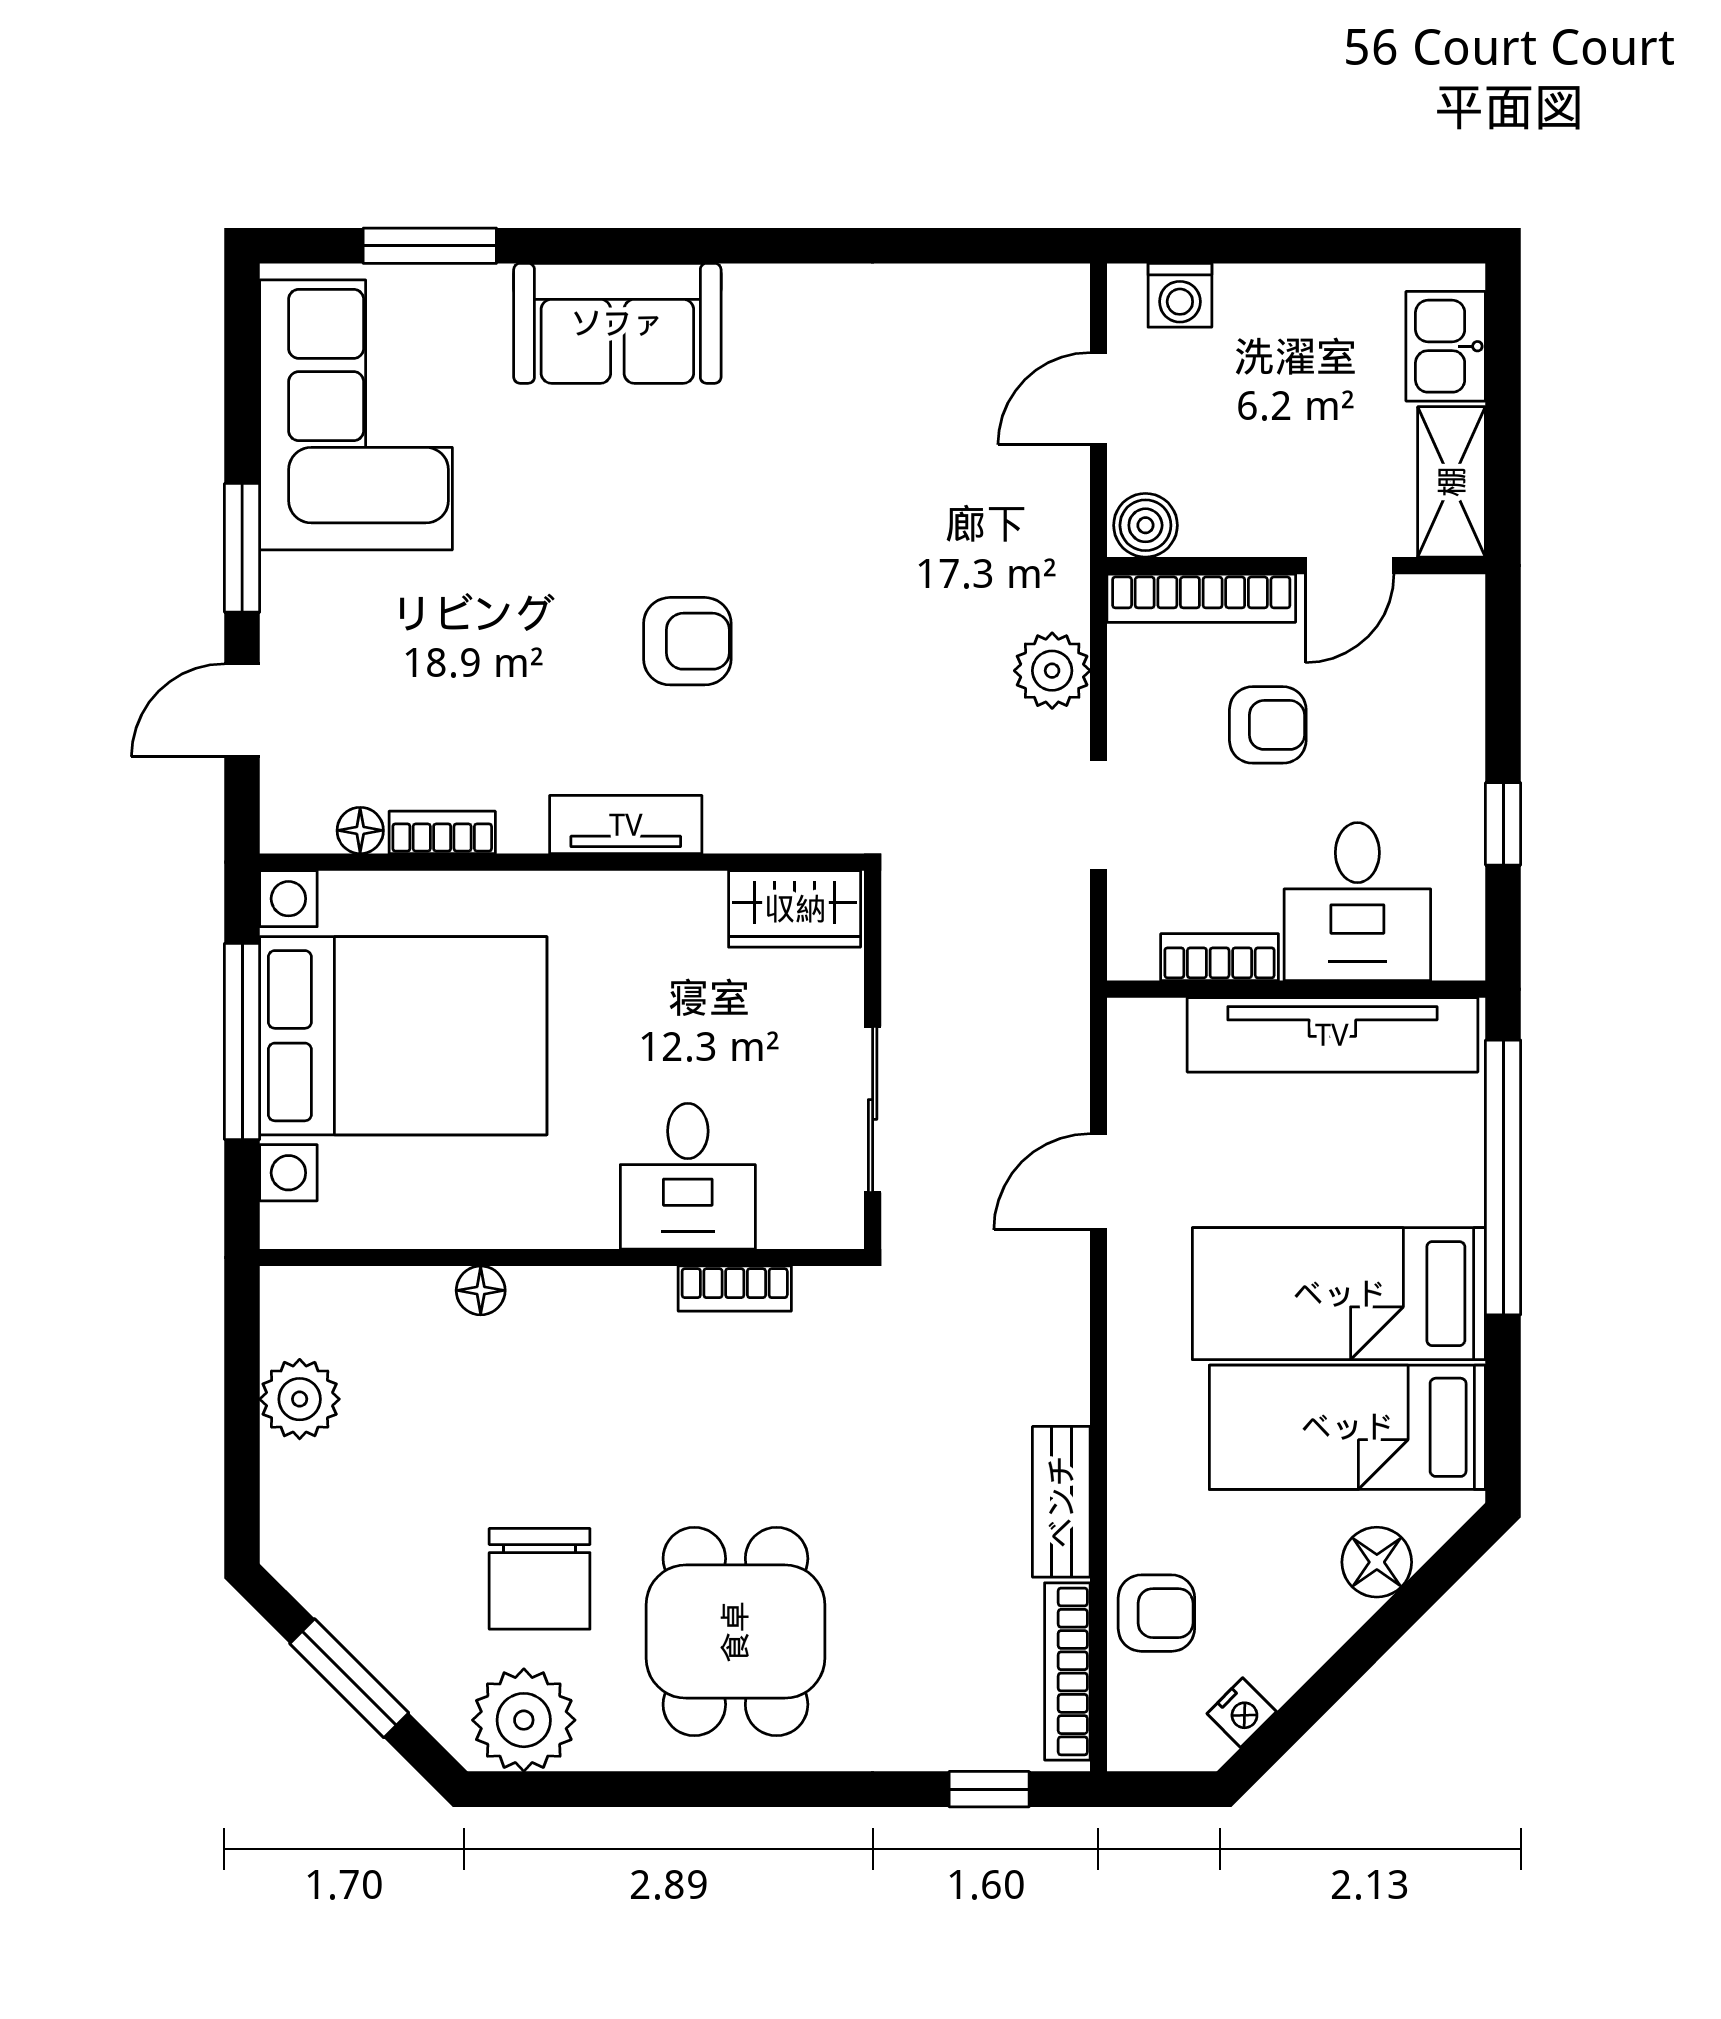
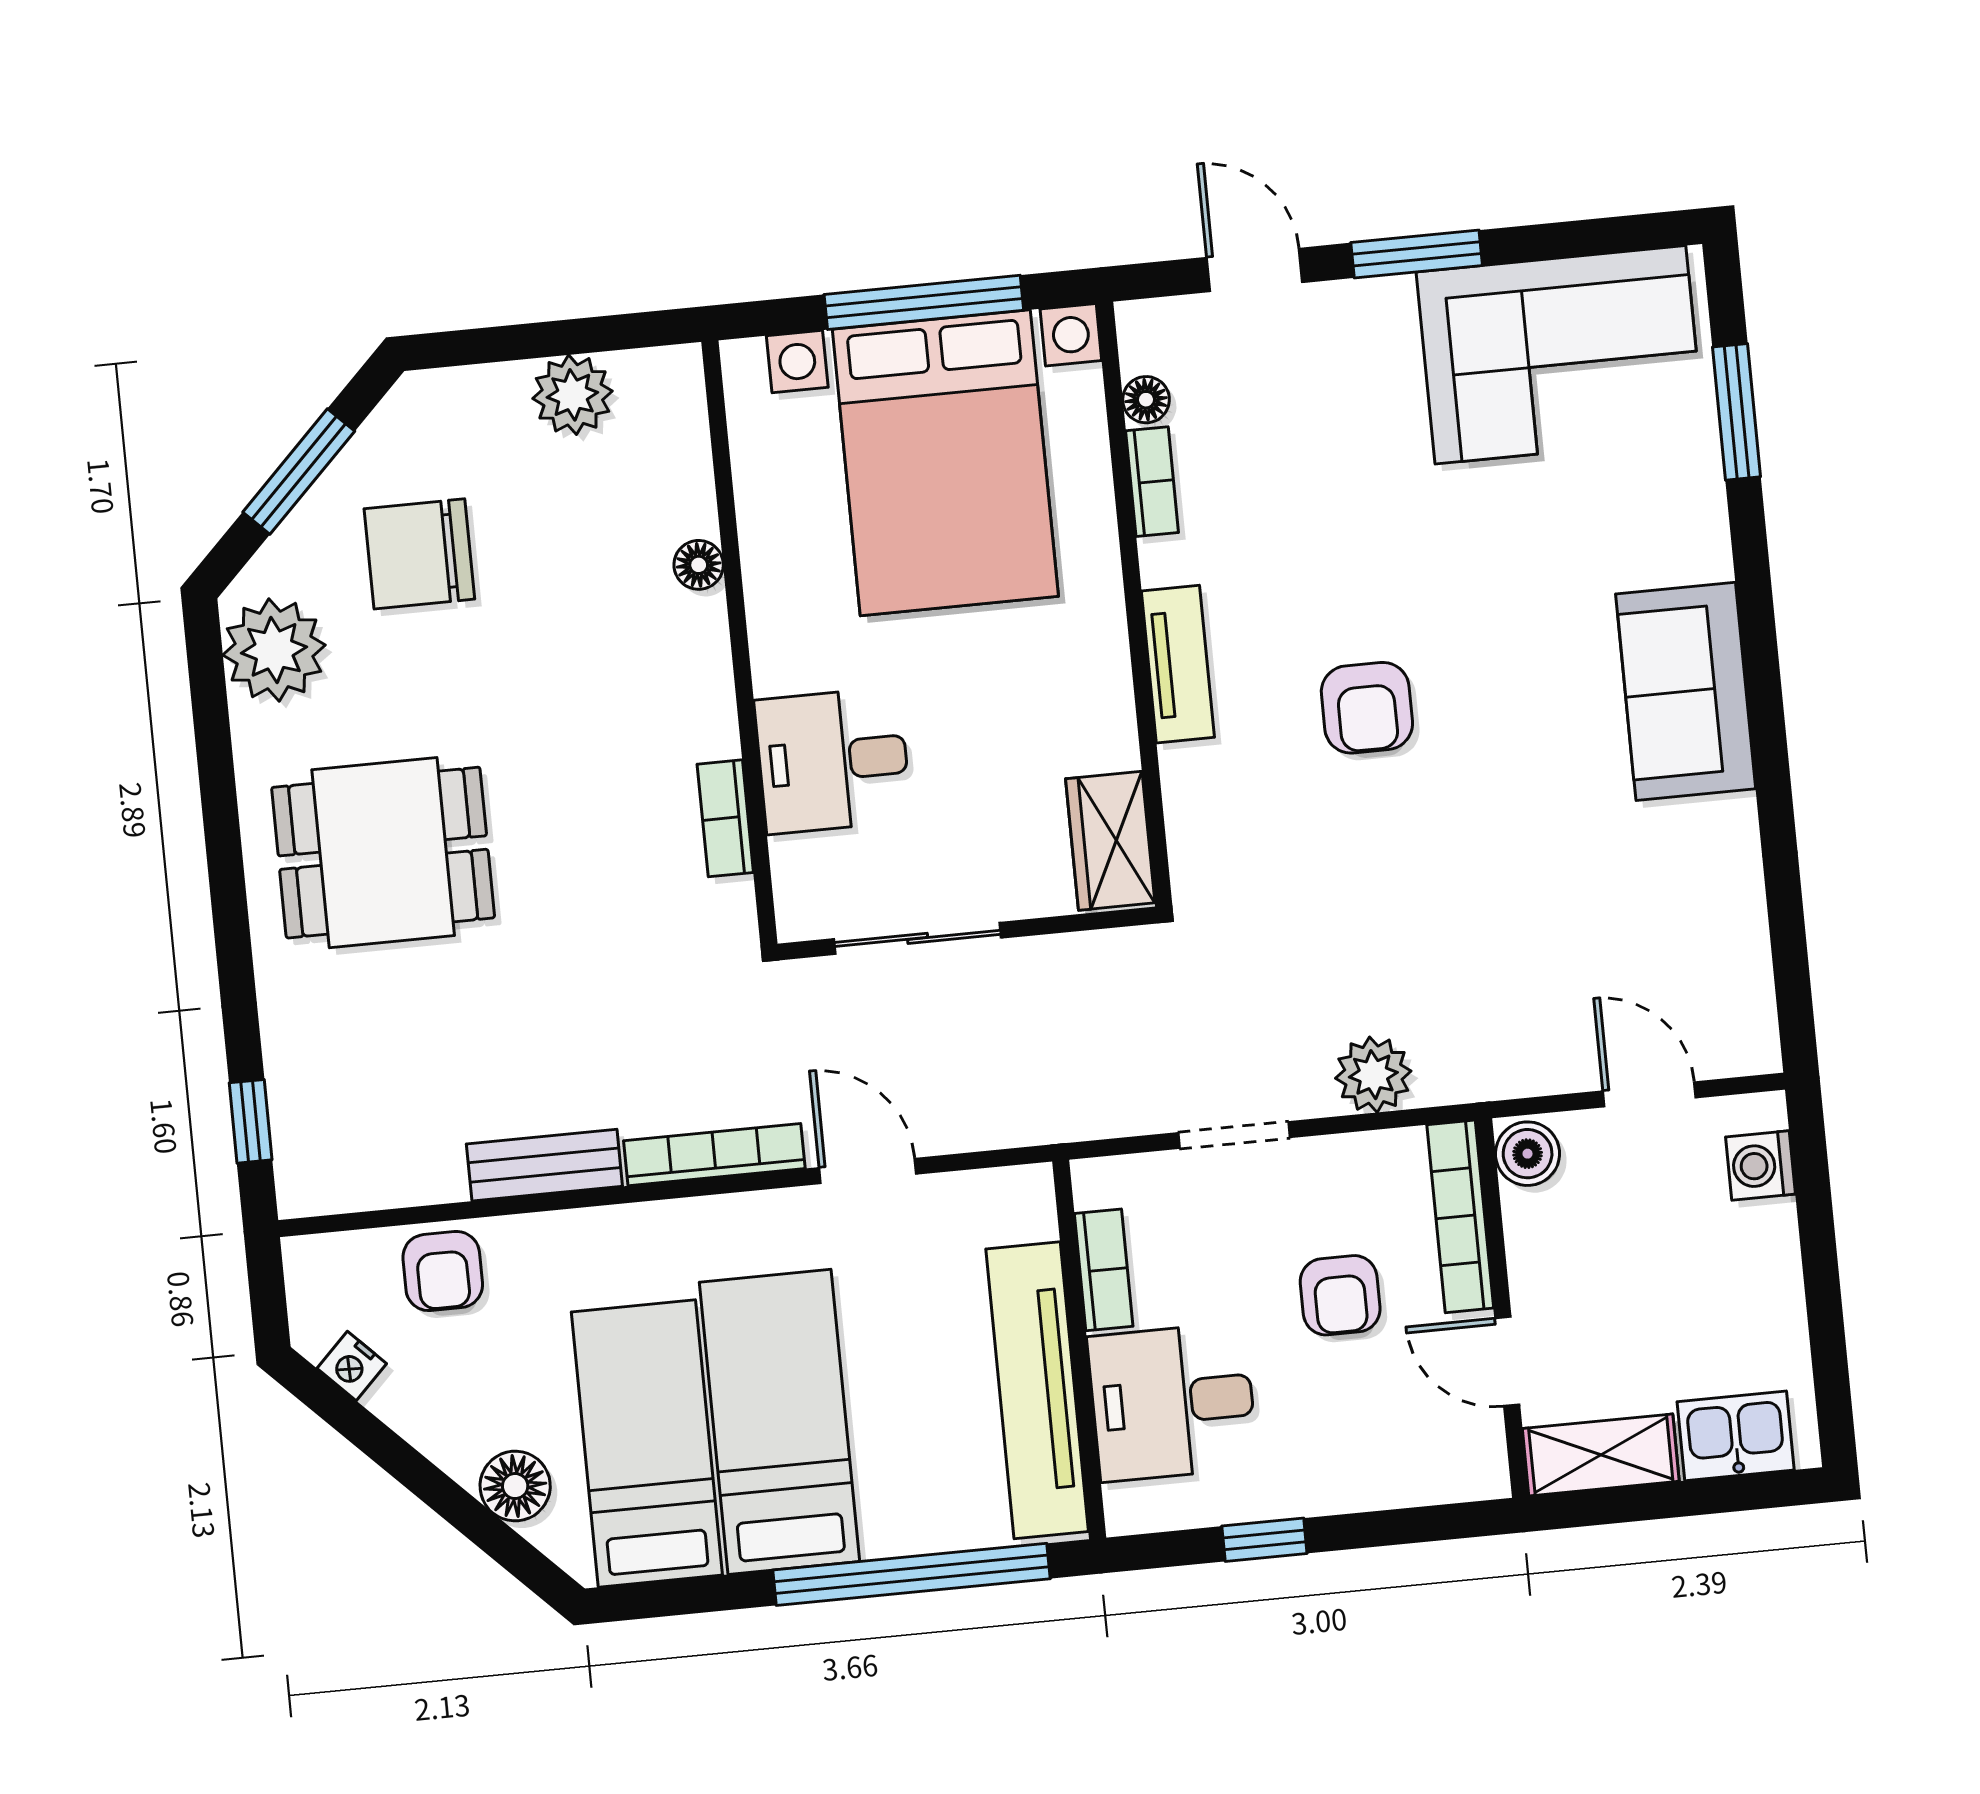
sofa: (617, 323) -> (1686, 691), moved
chair: (540, 1579) -> (419, 554), moved
bookcase: (1067, 1671) -> (714, 1155), moved

